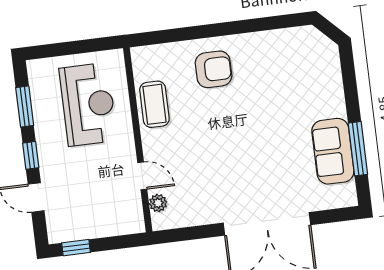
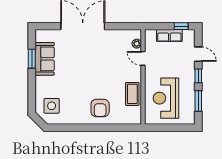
side table: (308, 62) -> (52, 106), added
armchair: (214, 69) -> (100, 108), turned -90
window: (358, 149) -> (32, 59), width x0.69
row of seats: (97, 227) -> (169, 36), added

